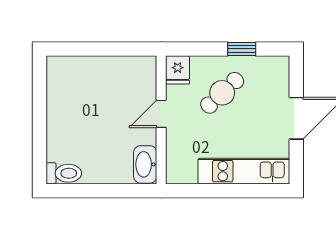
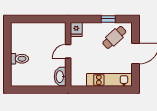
cafe table: (222, 93) -> (114, 37), moved
toilet: (64, 173) -> (20, 59), moved

